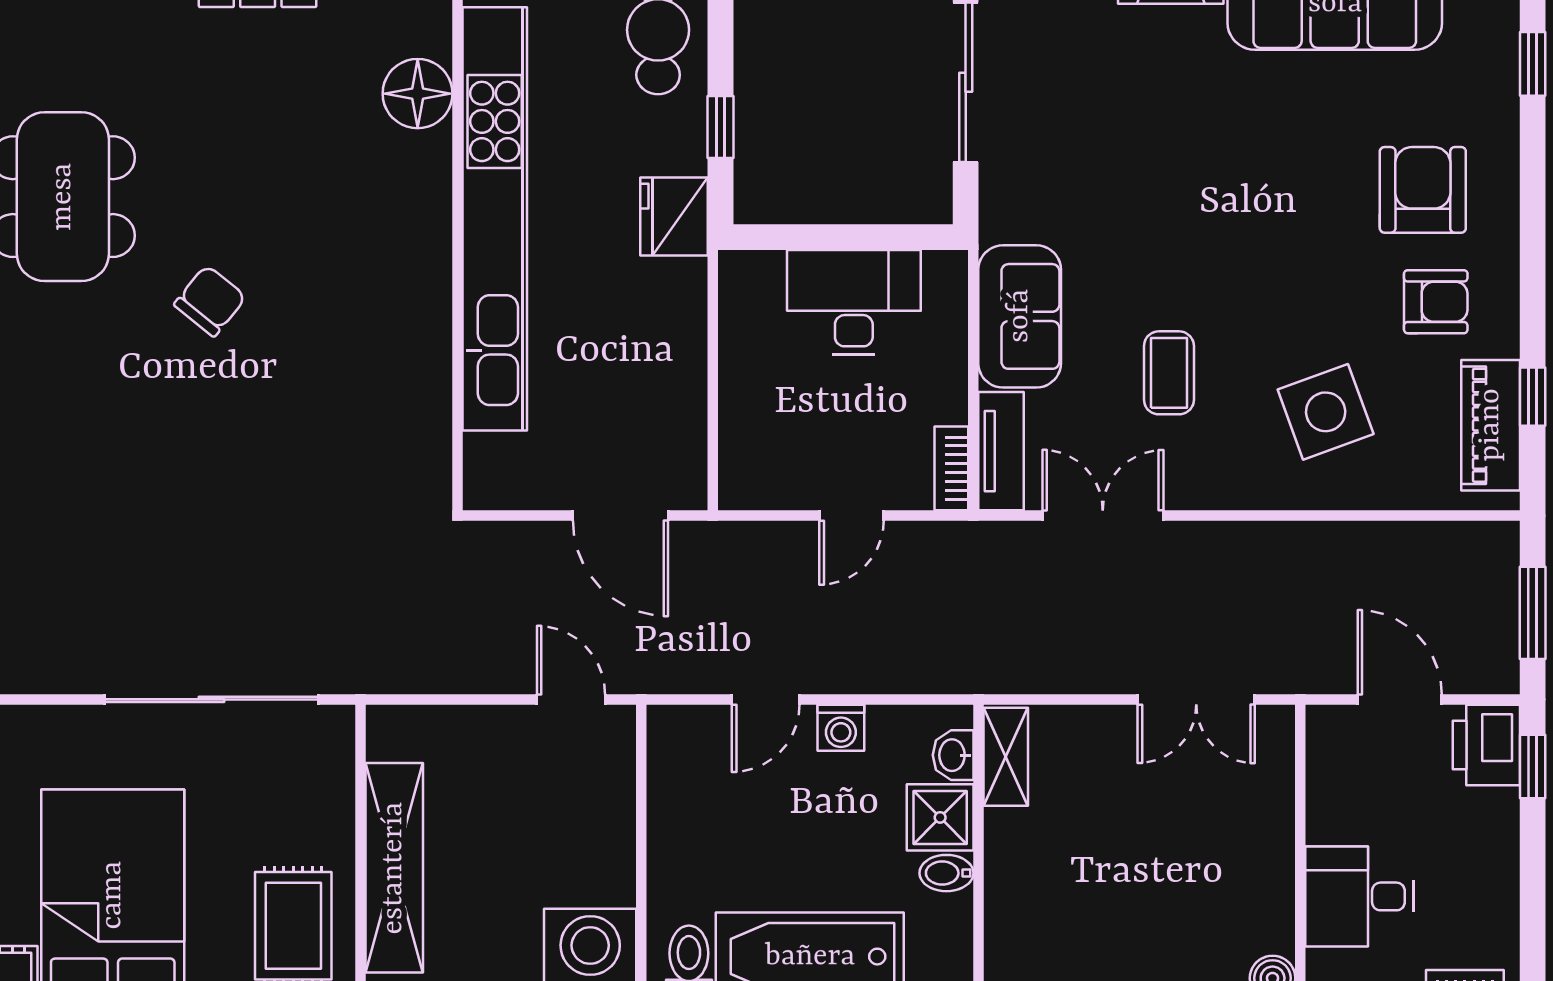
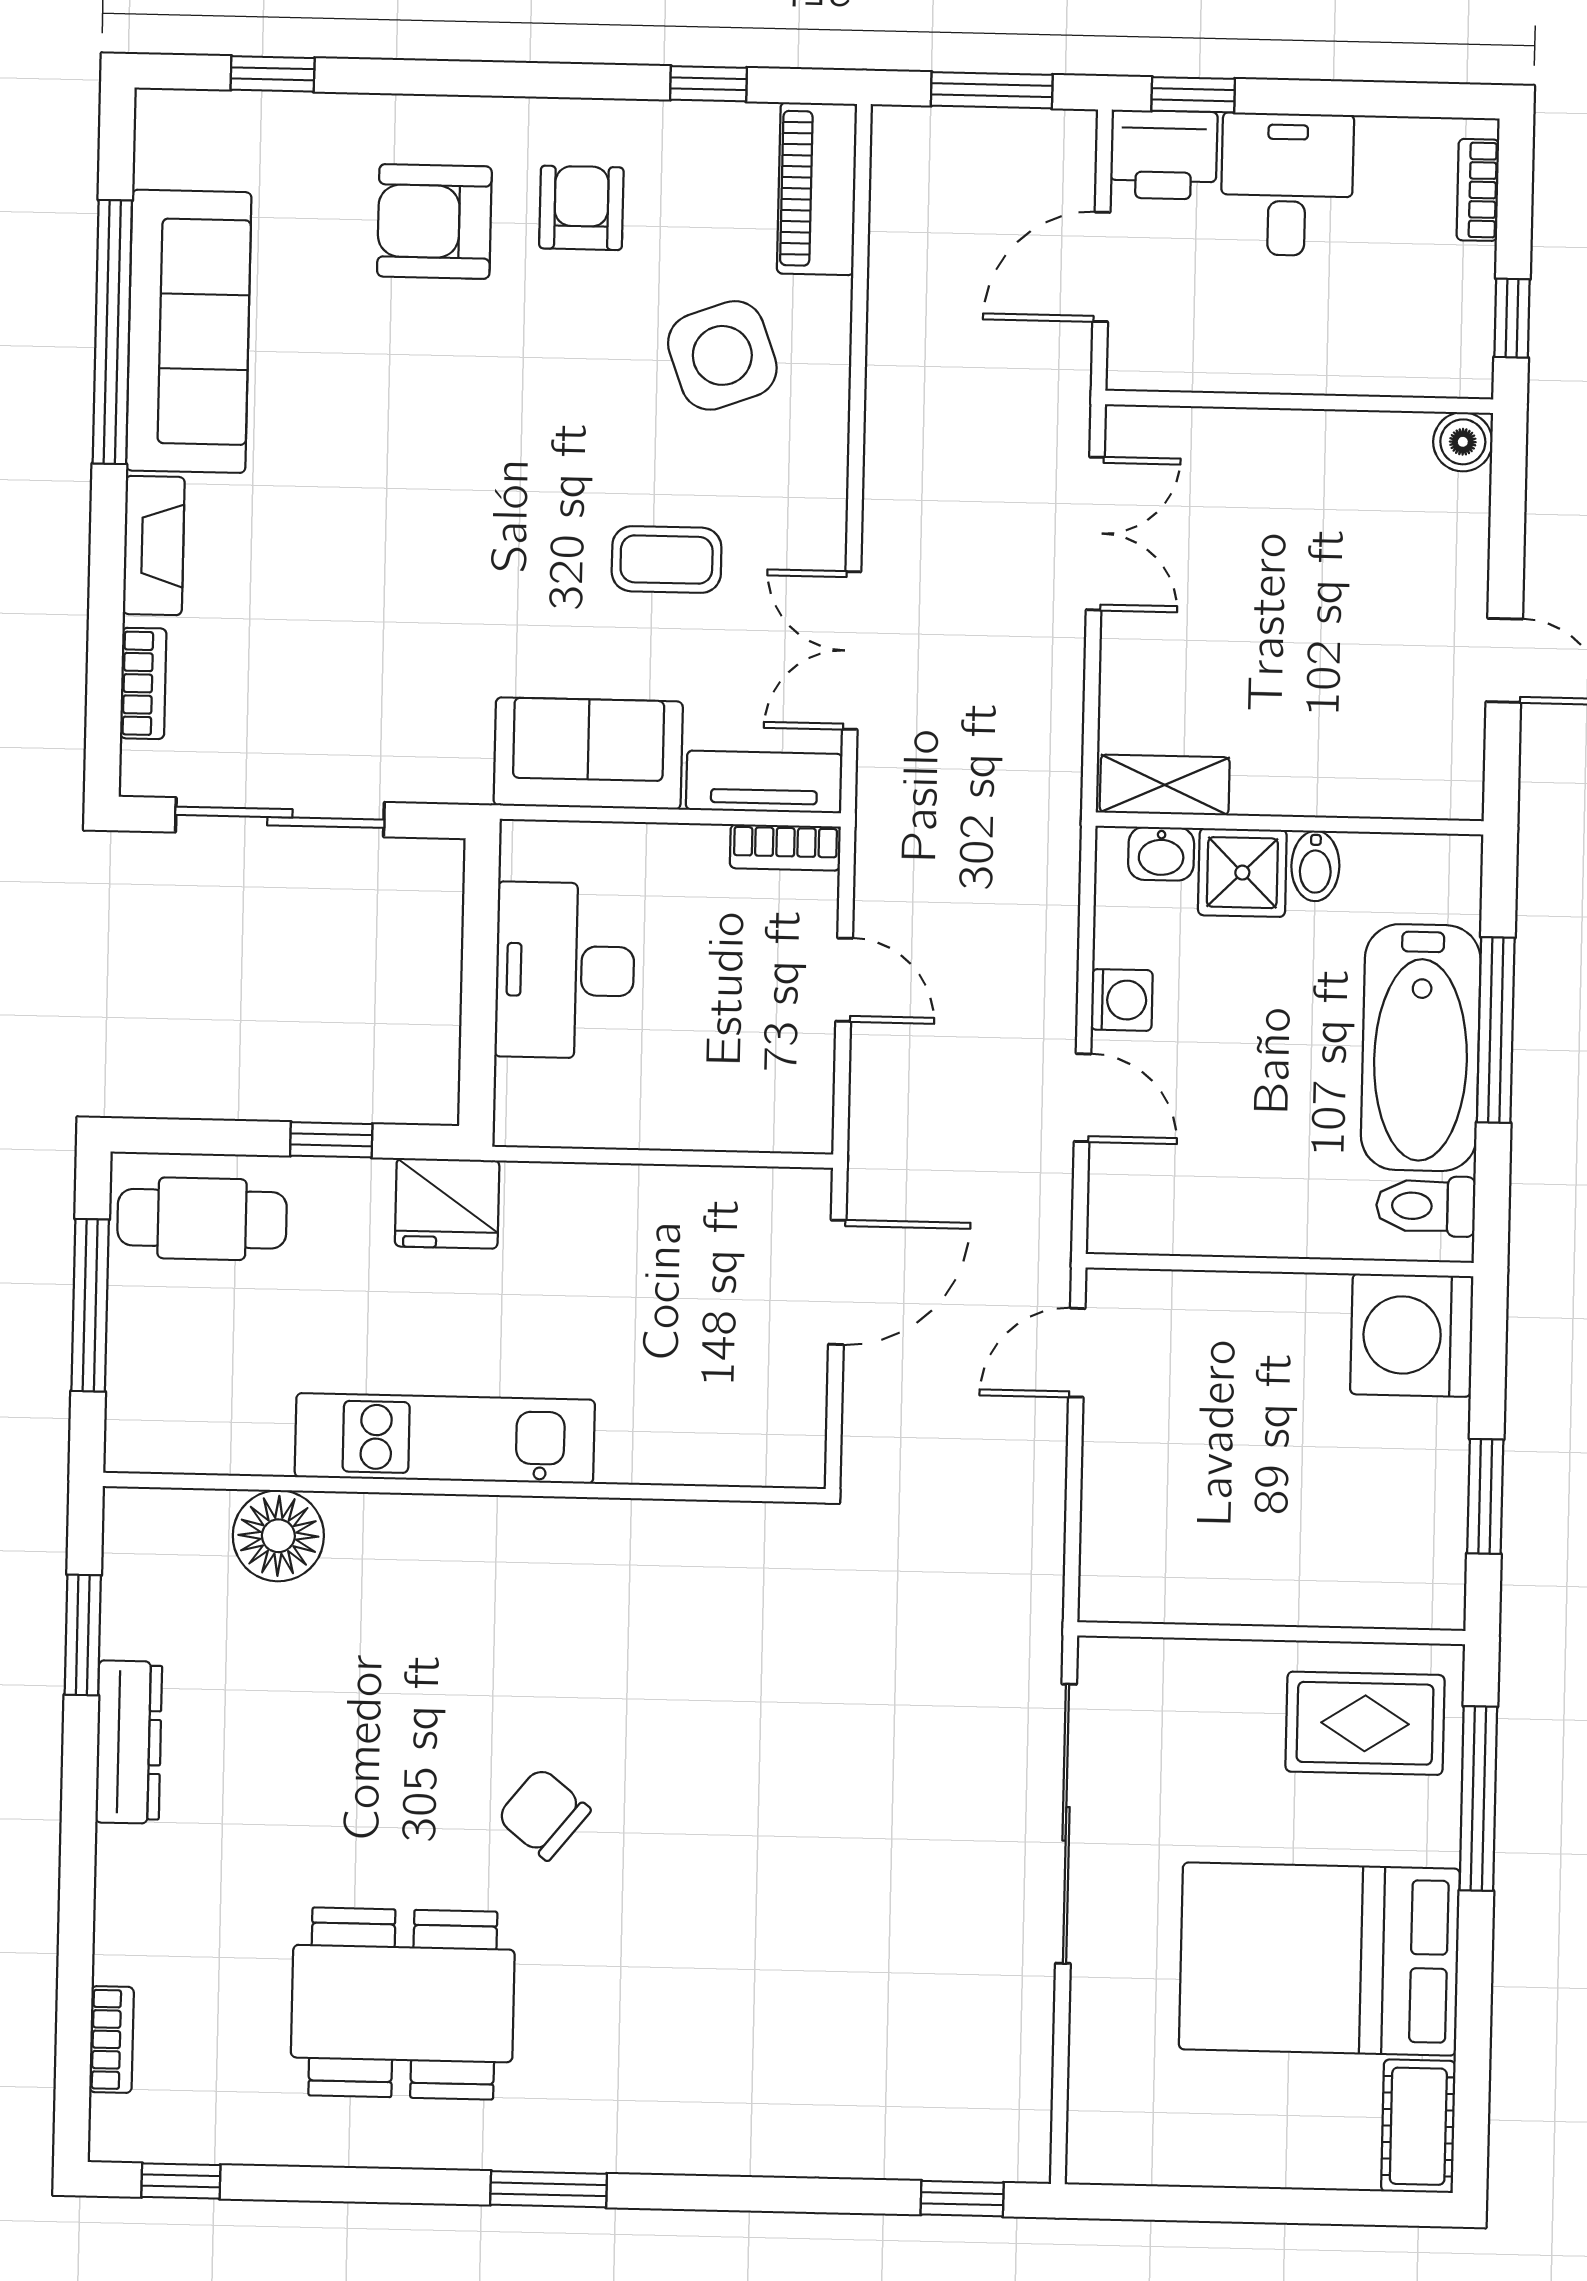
kitchen unit: (495, 219) -> (445, 1438), width x0.54
piano: (1491, 425) -> (817, 189), moved, turned 90
shelving: (394, 868) -> (1292, 1589), removed
desk: (1359, 896) -> (1287, 184), moved, turned 180

